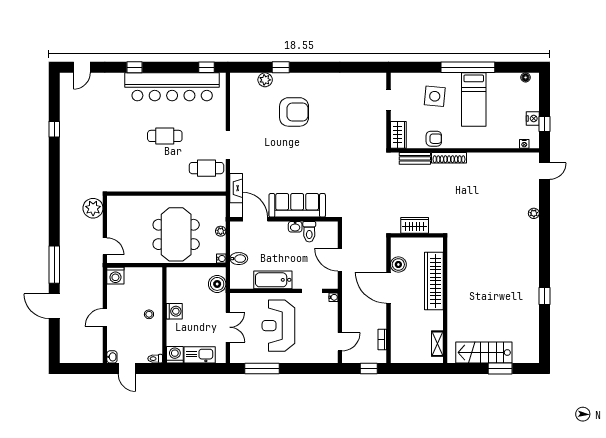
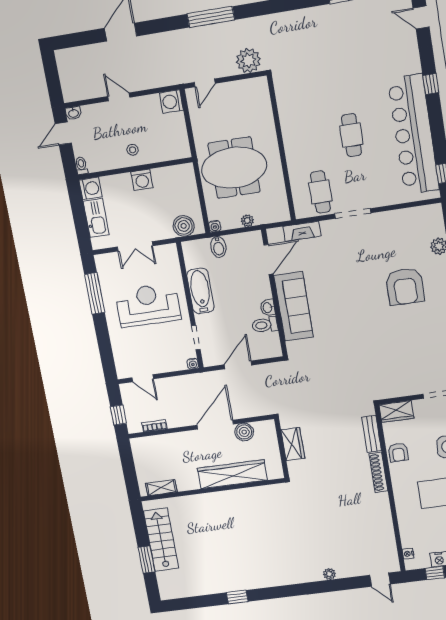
window: (54, 265) -> (211, 17), moved

